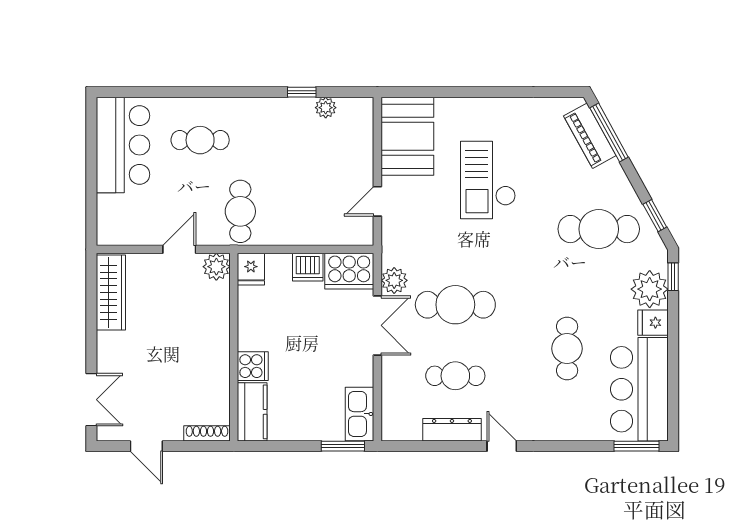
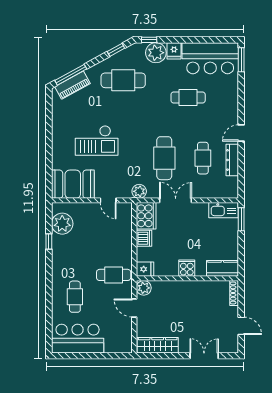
plant: (326, 108) -> (62, 224), width x1.88, depth x1.88
cafe table: (599, 229) -> (123, 80), turned 90
plant: (394, 280) -> (139, 191), moved
cooker: (253, 366) -> (187, 268), moved
double door: (91, 400) -> (204, 356), moved
door: (146, 446) -> (241, 326), hinge flipped

